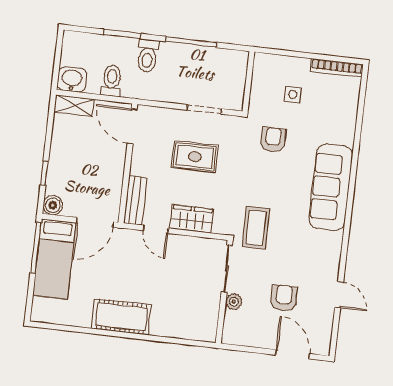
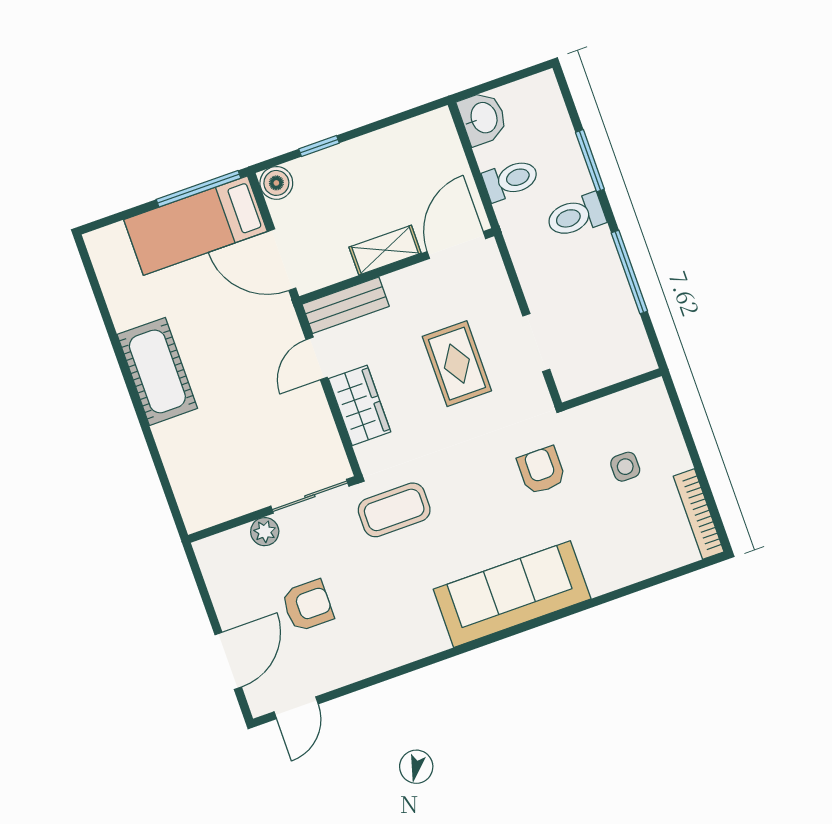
shelving: (74, 106) -> (385, 250), moved, turned 90
armchair: (273, 140) -> (541, 470), turned -90
door: (339, 295) -> (296, 708), moved

